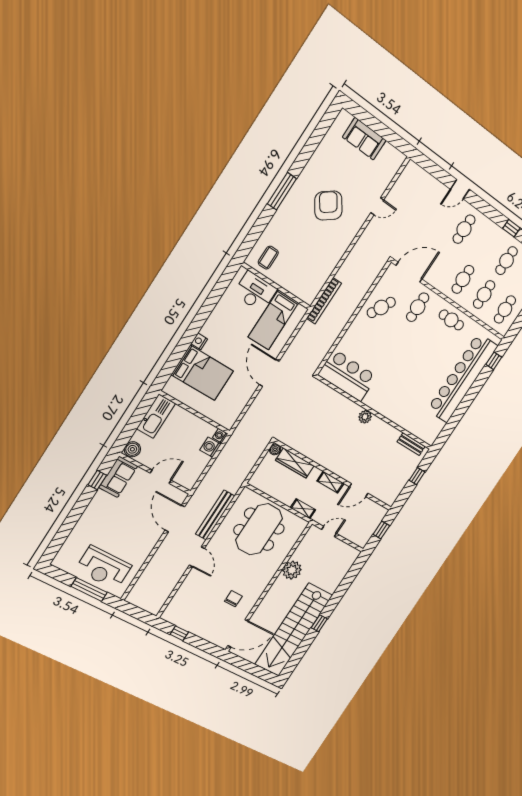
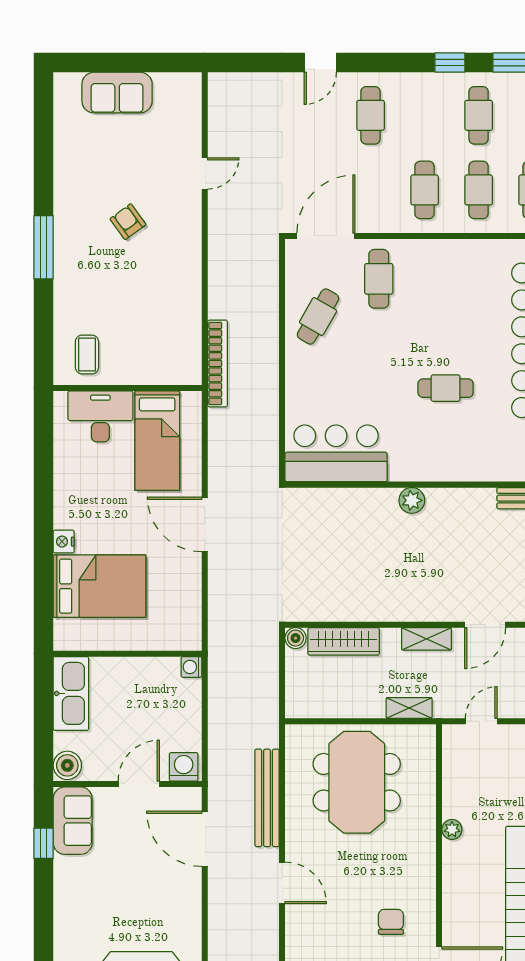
armchair: (328, 206) -> (128, 222), width x0.53, depth x0.53
cafe table: (451, 320) -> (446, 388), moved
washing machine: (210, 447) -> (184, 767), moved, turned 90
plant: (292, 570) -> (452, 829), width x0.53, depth x0.53

